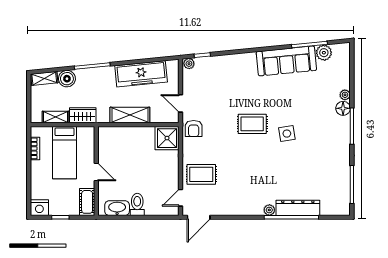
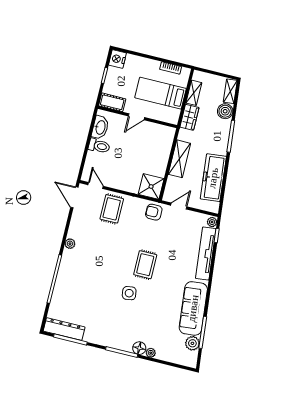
tv unit: (224, 62) -> (206, 254), added
dresser: (298, 208) -> (64, 329), moved, turned -90
plant: (269, 210) -> (70, 244), moved

